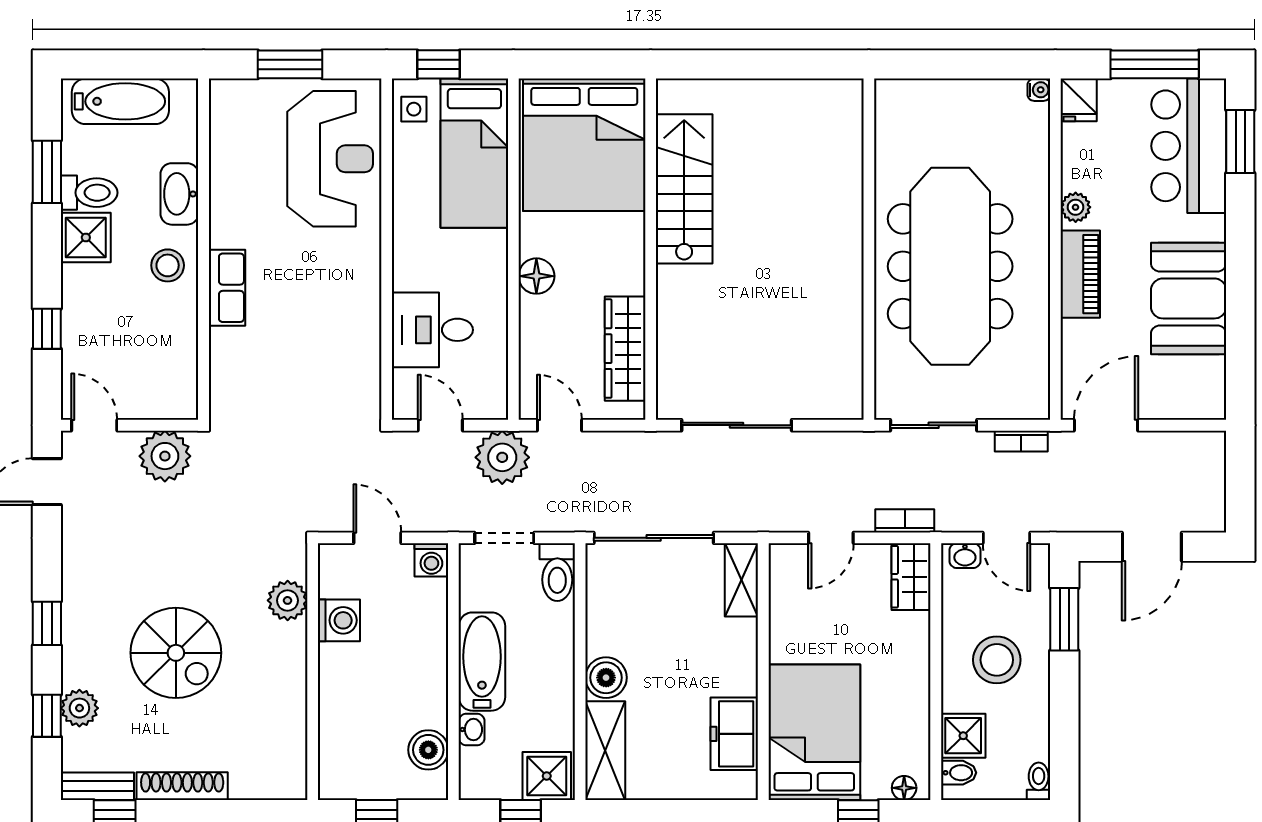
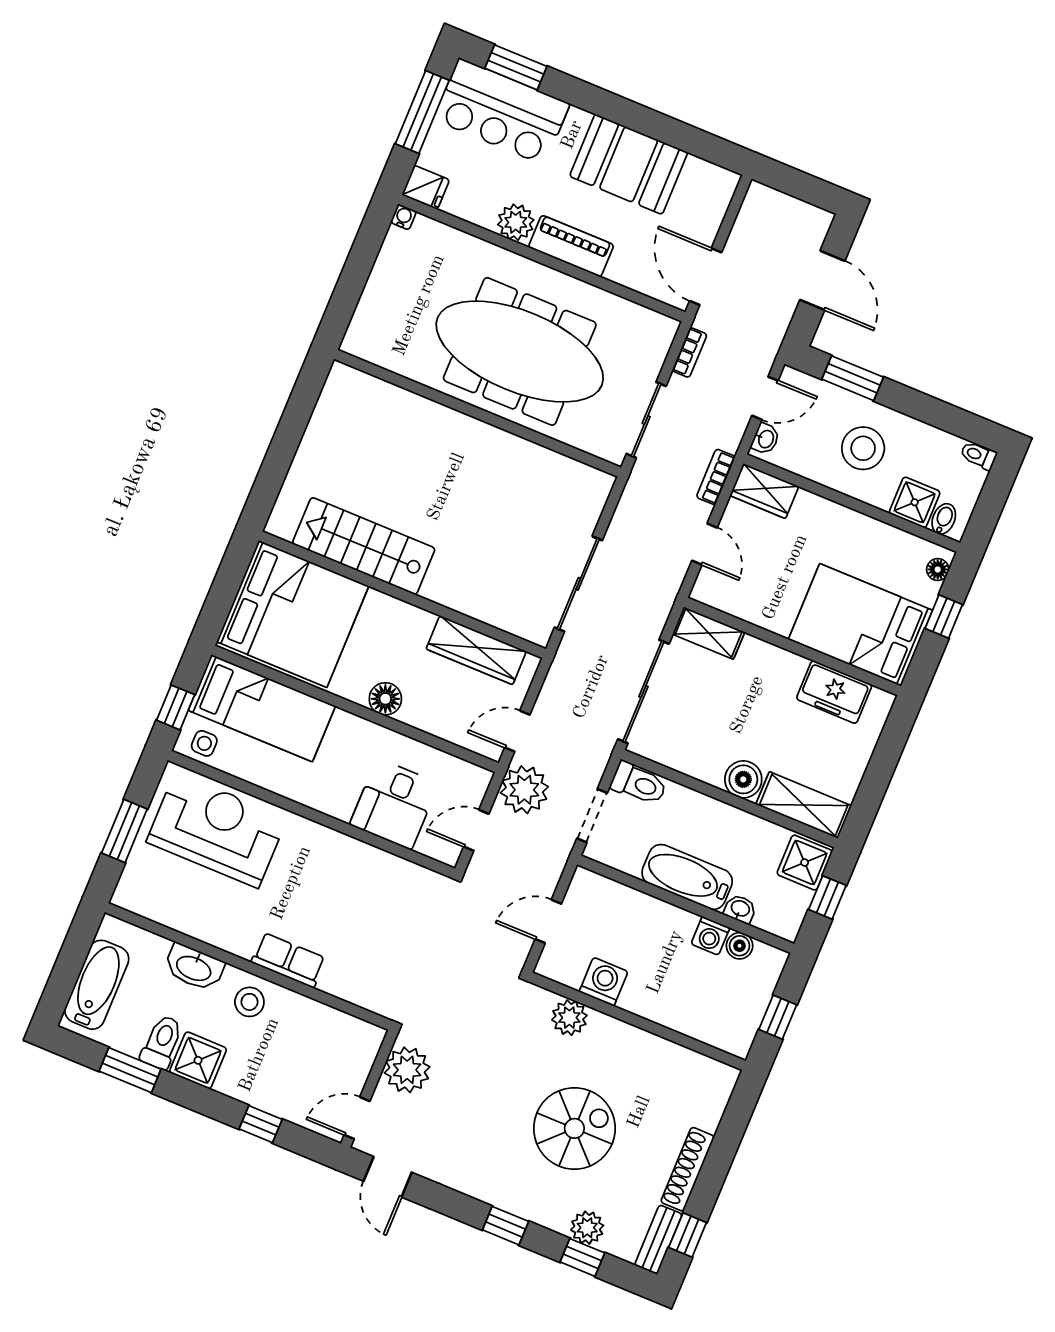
plant: (1076, 207) -> (516, 222), width x1.38, depth x1.38
washing machine: (431, 560) -> (710, 936), moved, turned 90
boiler: (428, 750) -> (740, 946), width x0.73, depth x0.73

